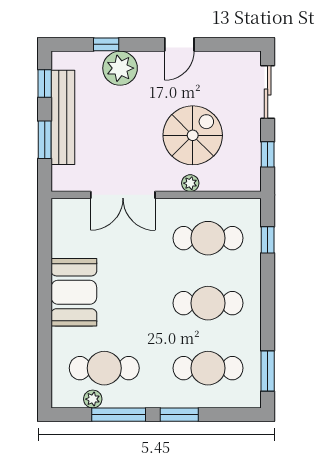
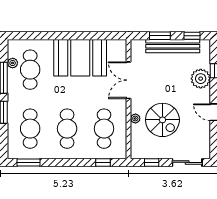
booth: (74, 292) -> (80, 58), width x1.36, depth x1.42

